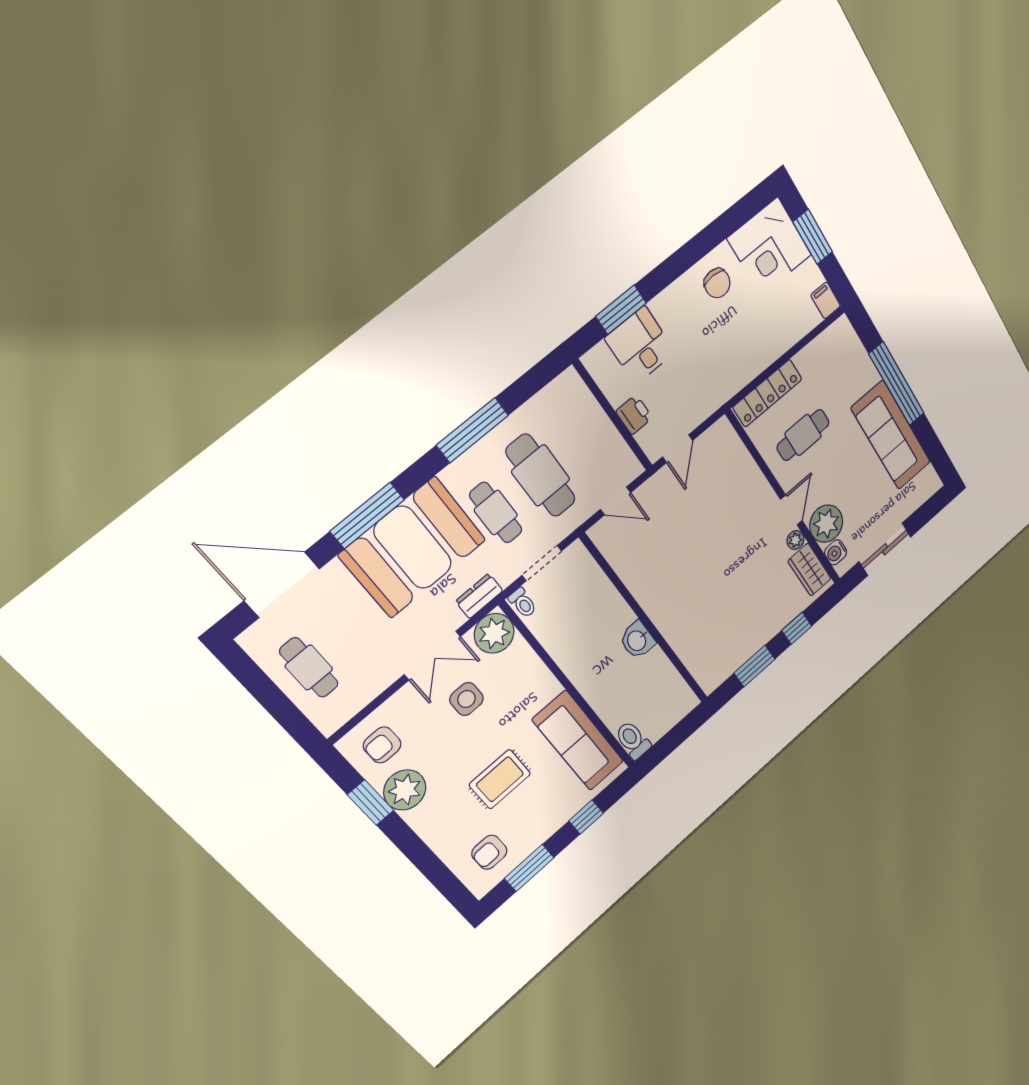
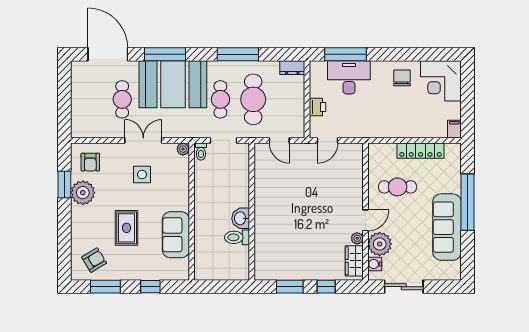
window: (813, 237) -> (467, 93), removed
chair: (717, 283) -> (402, 78), turned 180
window: (621, 310) -> (345, 54), width x1.44
desk: (640, 345) -> (349, 77), width x1.37
locker: (767, 393) -> (421, 151), moved
dresser: (479, 596) -> (292, 68), moved, turned 180
plant: (494, 633) -> (183, 149), width x0.53, depth x0.53
double door: (432, 656) -> (143, 140), swing flipped
cafe table: (309, 667) -> (122, 99), moved
toilet: (633, 740) -> (237, 237), moved, turned -90
sofa: (578, 741) -> (176, 235), width x0.73
armchair: (382, 745) -> (90, 162), turned -90
rug: (500, 779) -> (127, 228), turned 90
armchair: (489, 852) -> (94, 260), turned 149

